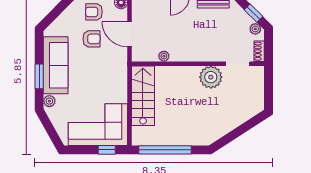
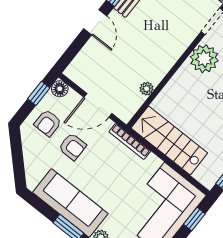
armchair: (92, 39) -> (72, 147), turned 90
bookcase: (123, 72) -> (130, 141), added

